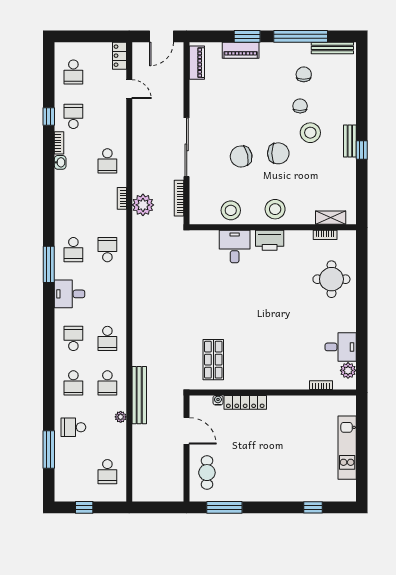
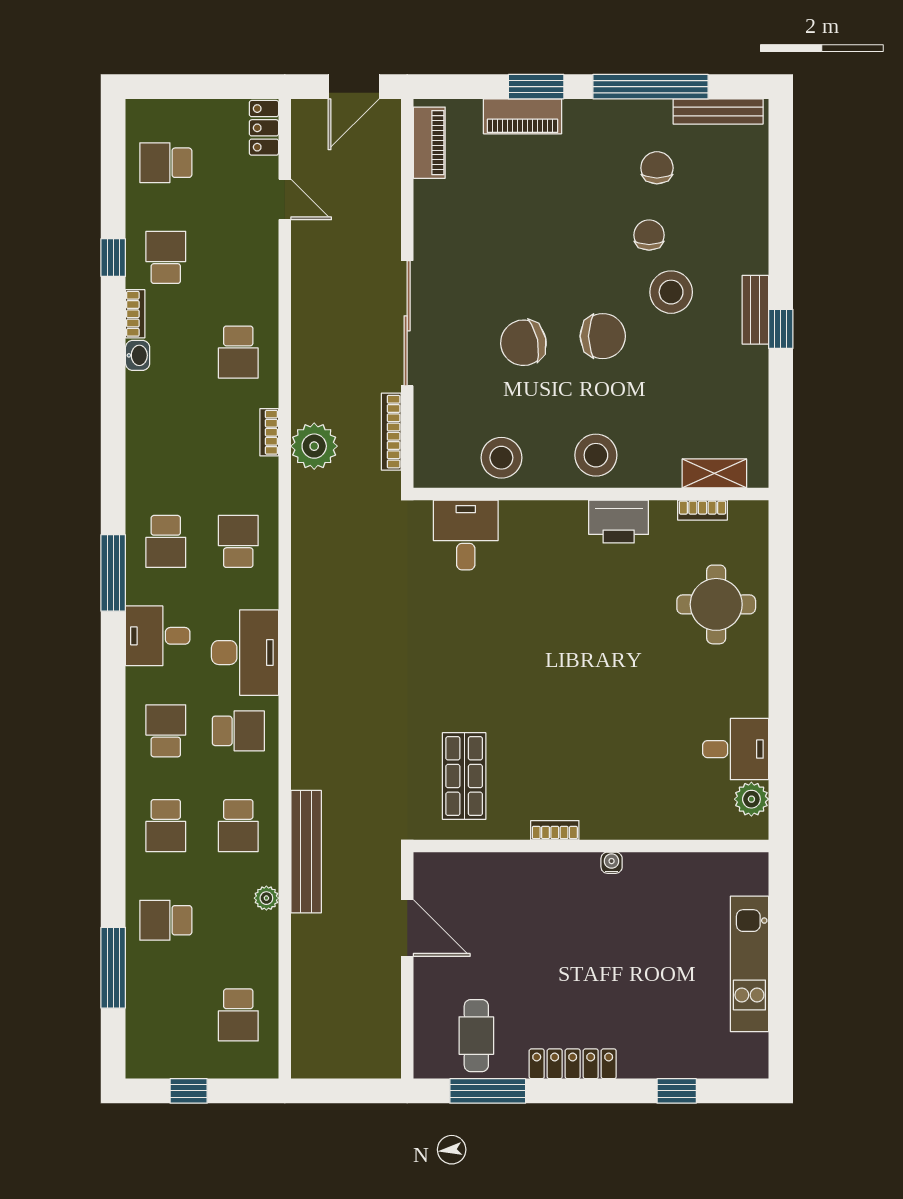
school desk: (73, 72) -> (166, 163), turned 90
printer: (270, 240) -> (619, 522), moved
desk: (235, 247) -> (466, 535), moved
desk: (111, 302) -> (245, 653), added
school desk: (107, 338) -> (238, 731), turned -90
bookcase: (321, 385) -> (555, 830), moved
water cooler: (218, 400) -> (612, 863), moved
locker: (245, 402) -> (573, 1064), moved, turned 180
cafe table: (207, 473) -> (476, 1036), moved

